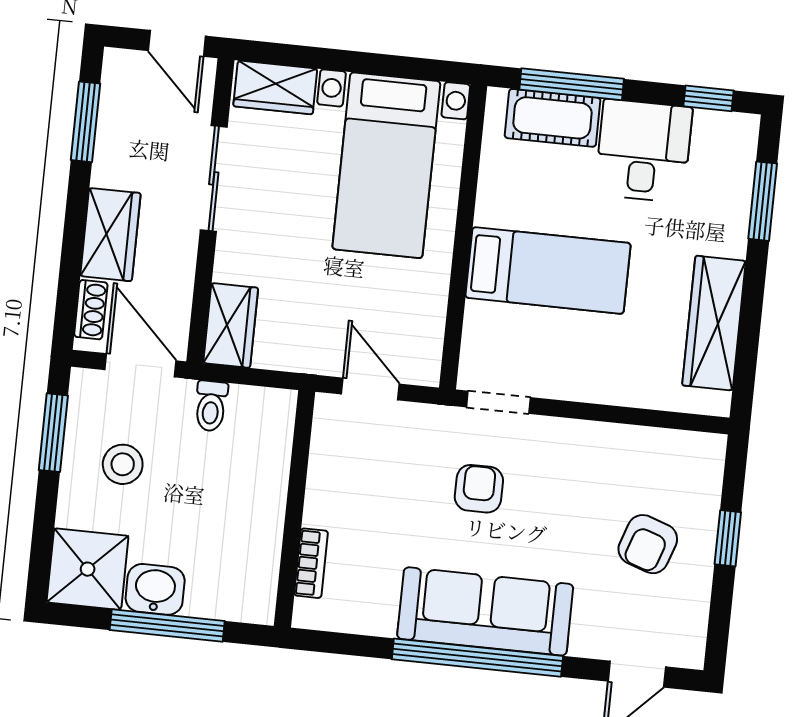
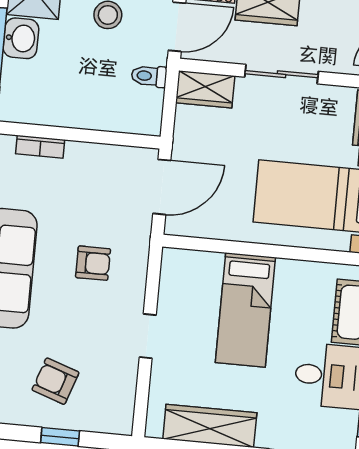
sliding door: (214, 178) -> (281, 74), moved
door: (370, 389) -> (162, 187), width x1.38
doorway: (498, 402) -> (148, 336), moved

